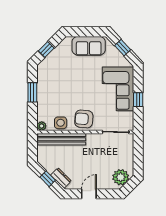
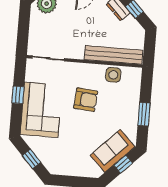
sofa: (89, 46) -> (113, 151), moved, turned -45
armchair: (84, 119) -> (86, 100), moved
plant: (42, 126) -> (136, 73), removed

